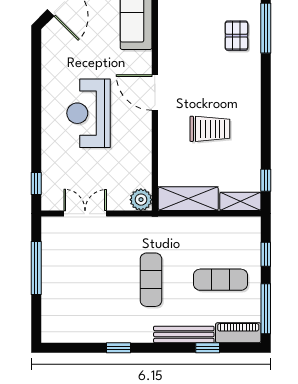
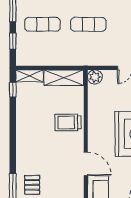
door: (155, 93) -> (86, 164), moved
trolley: (210, 129) -> (68, 122), moved
exercise mat: (151, 280) -> (88, 24), turned 90

